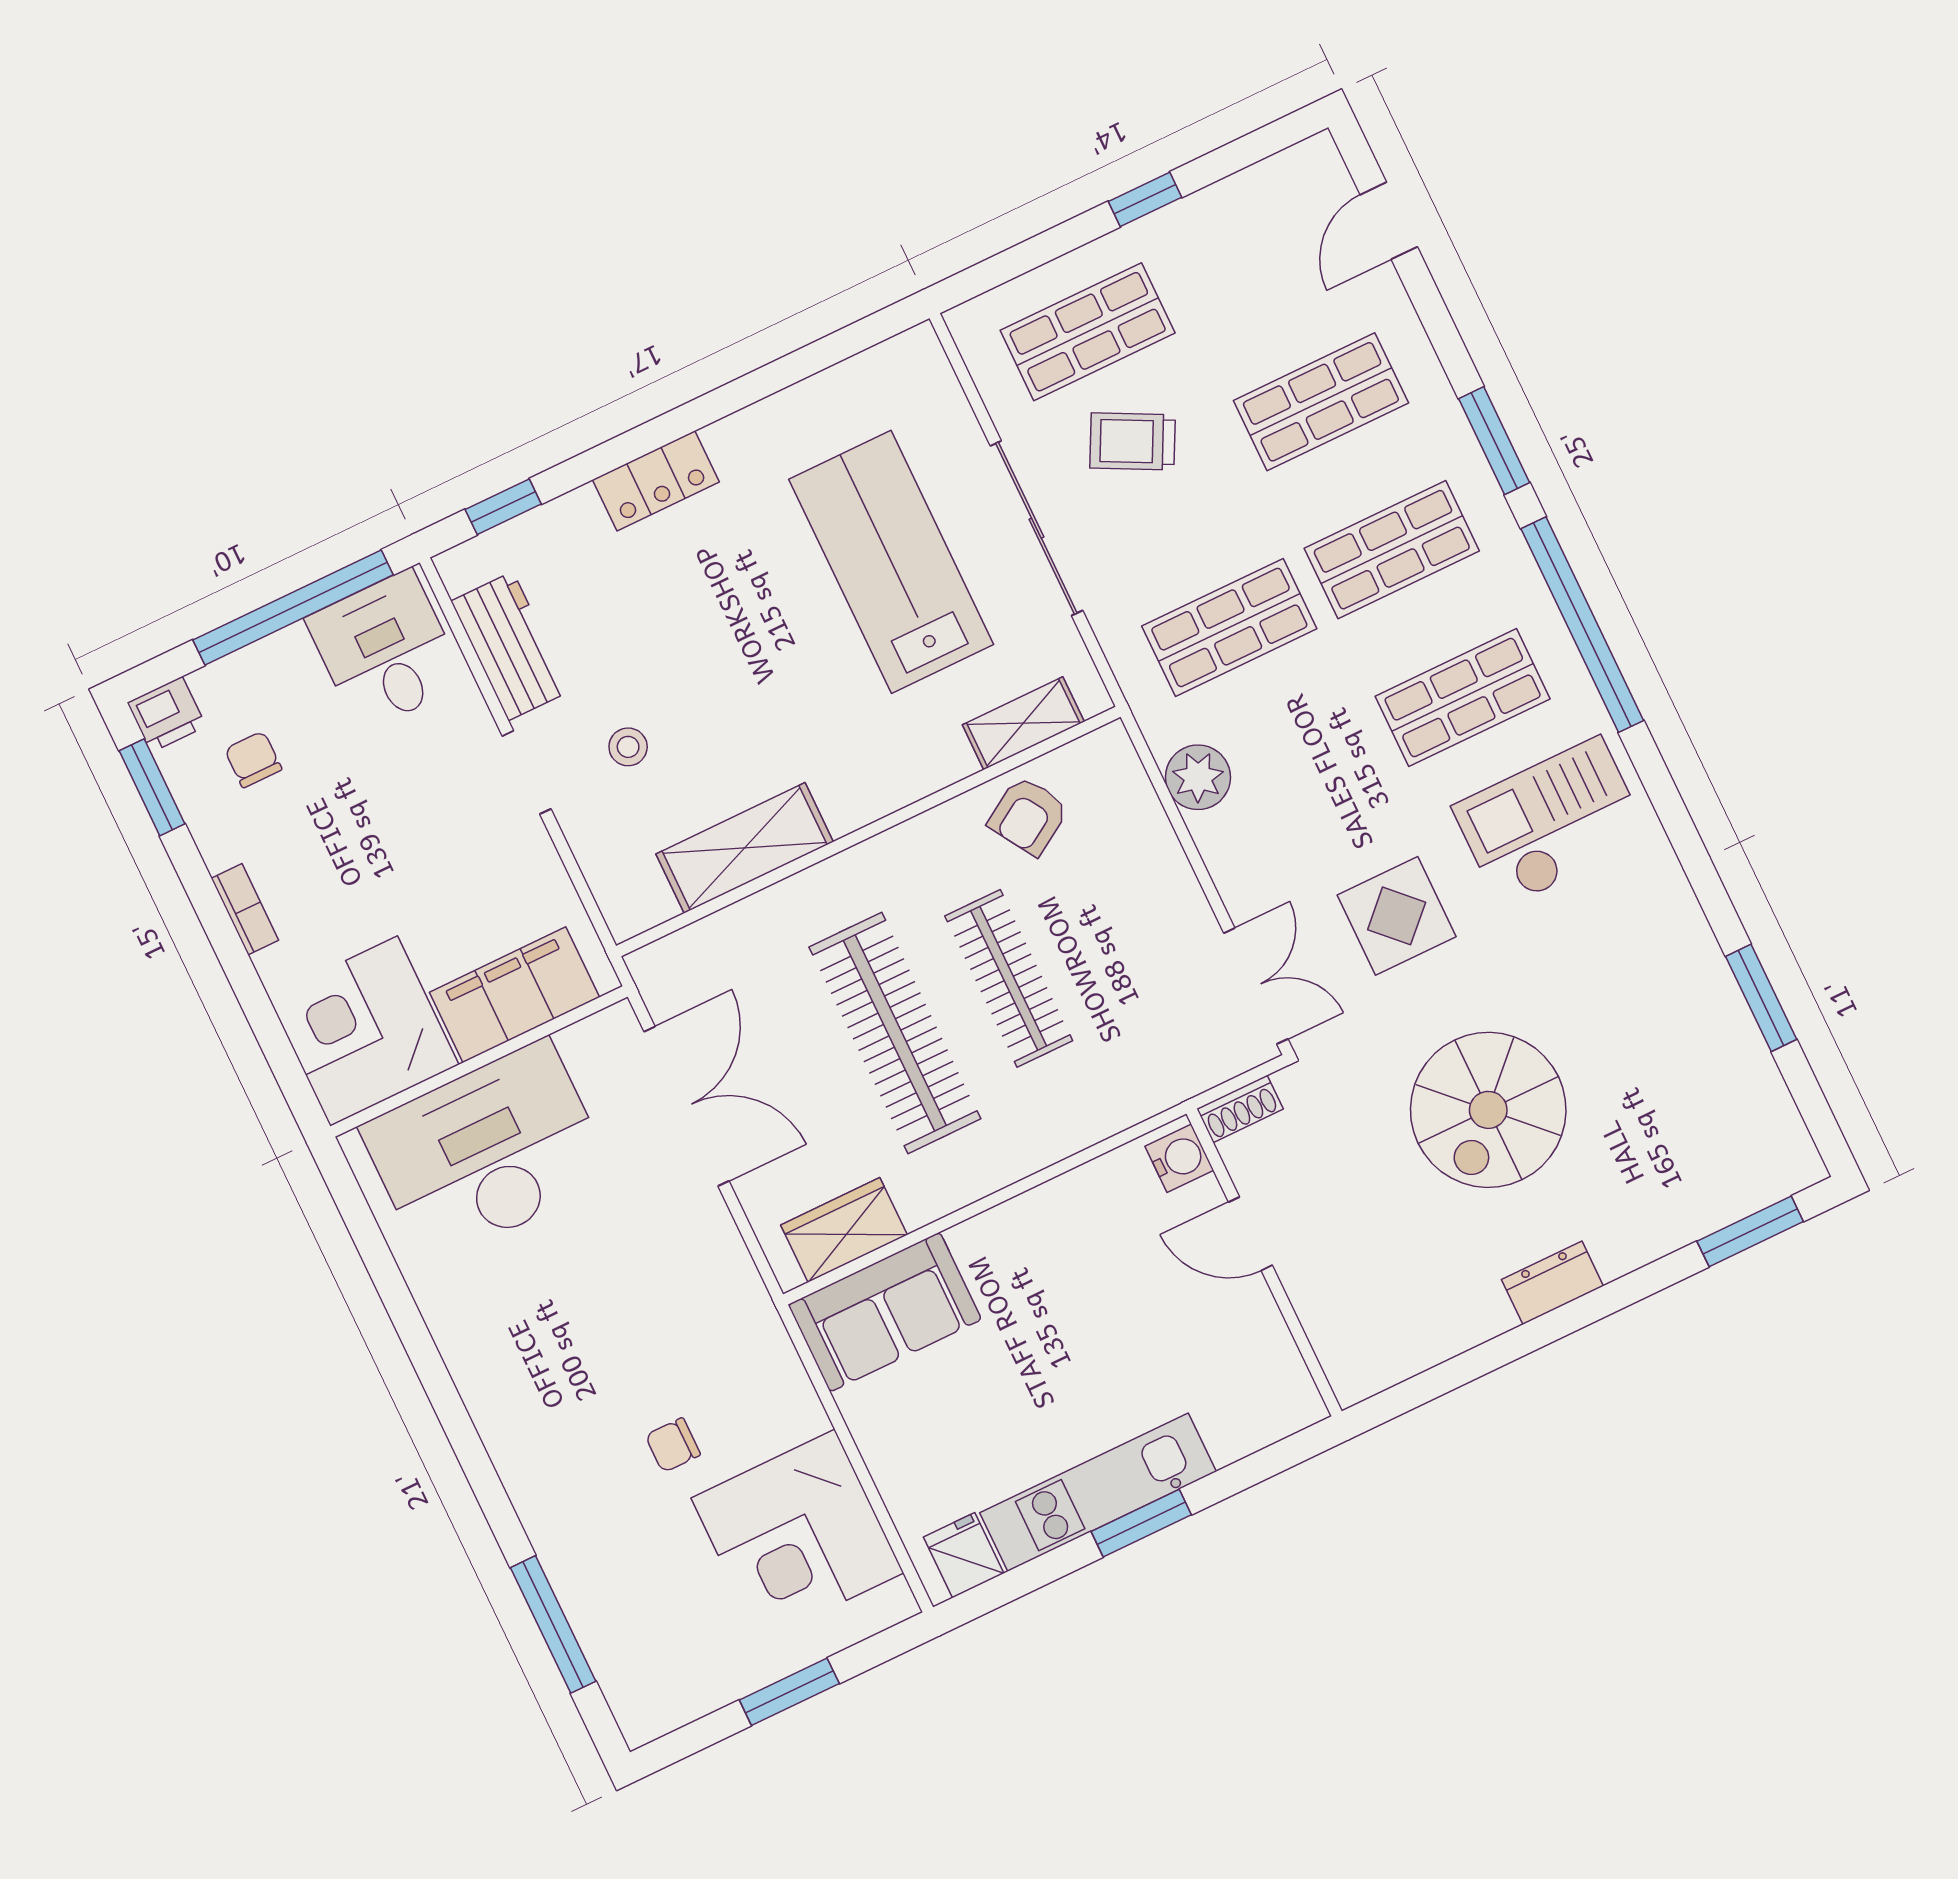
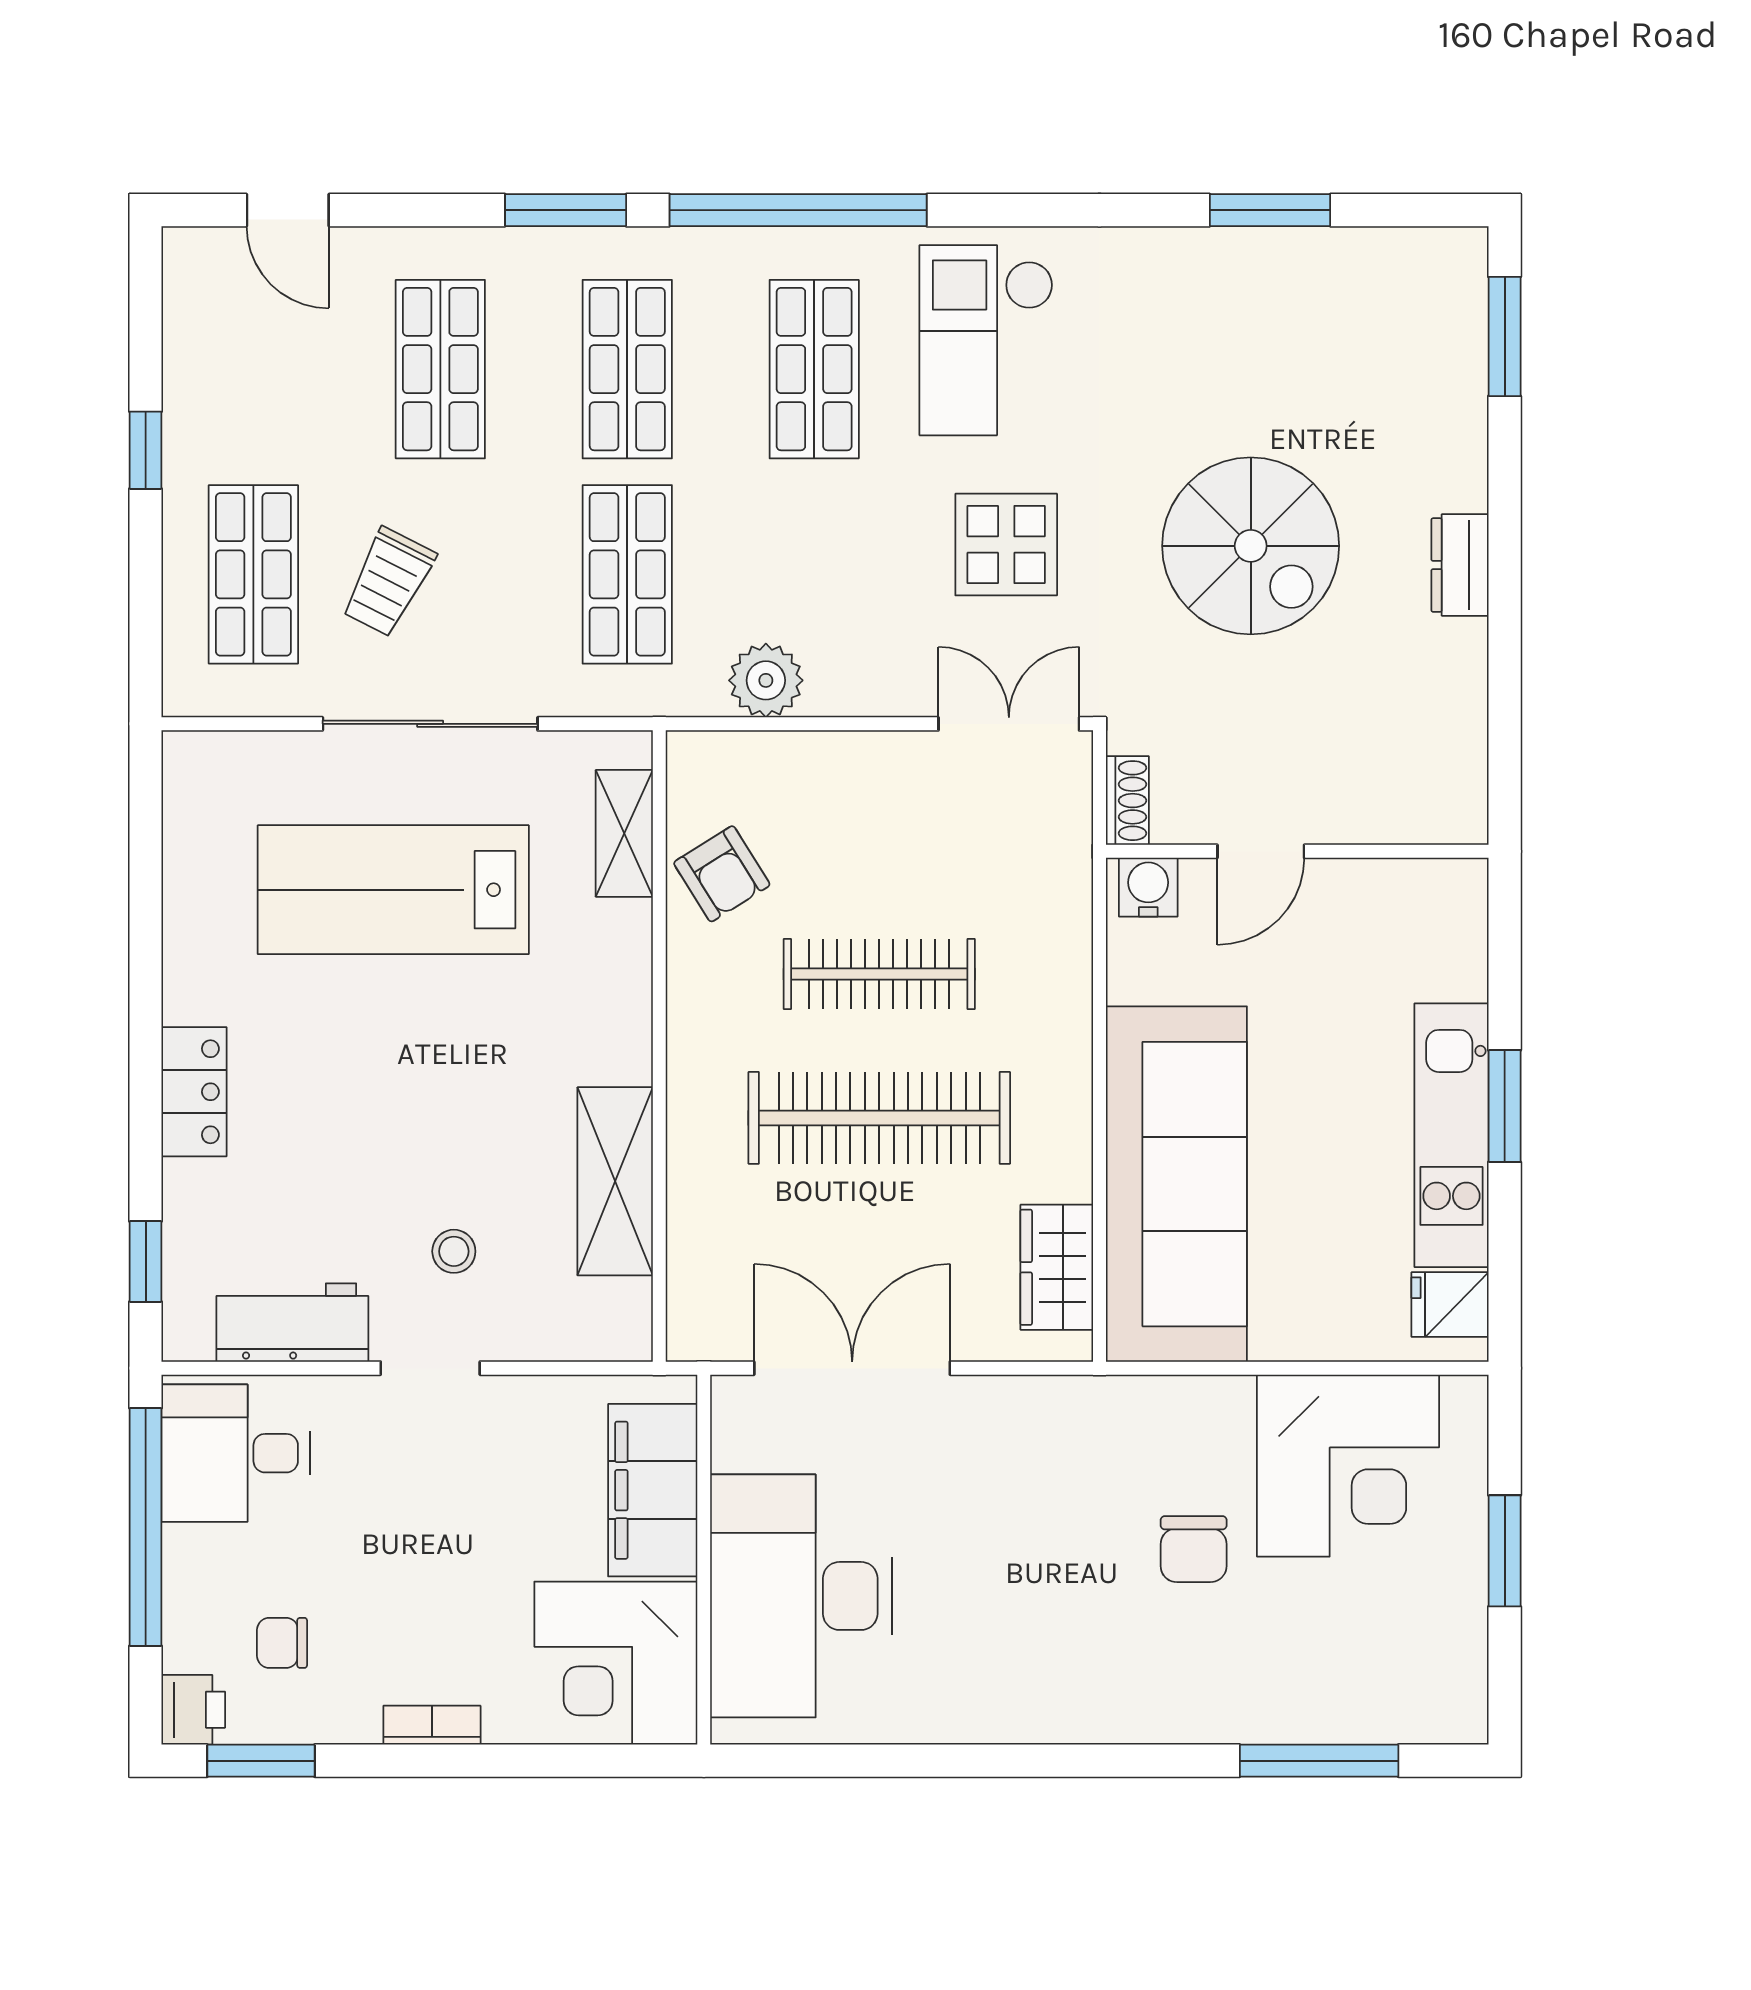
sofa: (885, 1312) -> (1176, 1184), width x1.85, depth x1.27
chair: (673, 1445) -> (1194, 1549), width x1.37, depth x1.37

